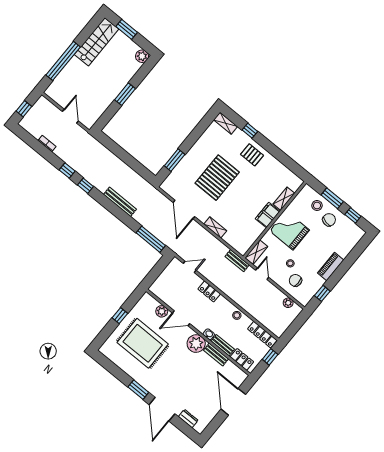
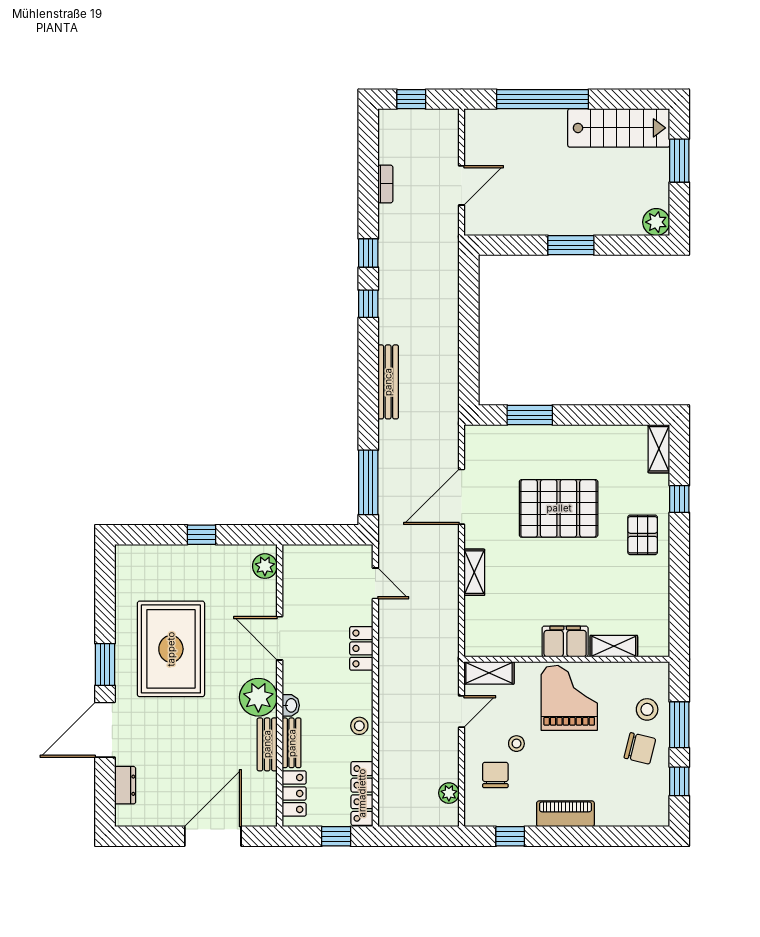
bench: (237, 261) -> (449, 653), removed
plant: (162, 311) -> (265, 566), moved
rug: (143, 343) -> (171, 649), moved

